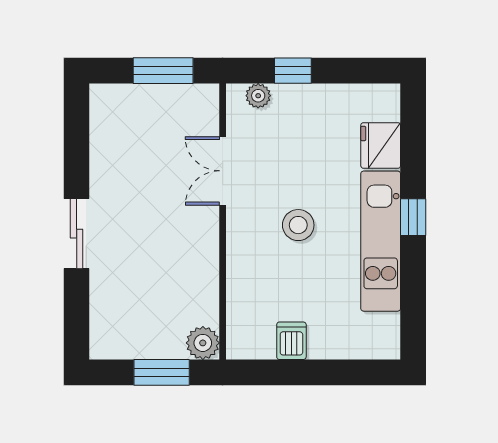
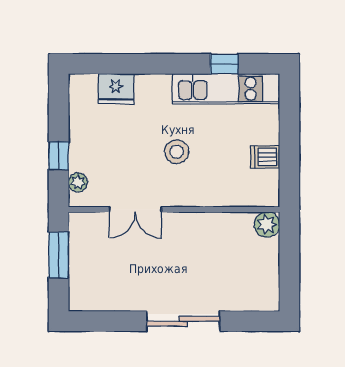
window: (413, 217) -> (224, 64), moved
sliding door: (77, 234) -> (183, 321), width x1.37
kitchen unit: (381, 241) -> (226, 89), moved
window: (162, 372) -> (289, 256), removed

